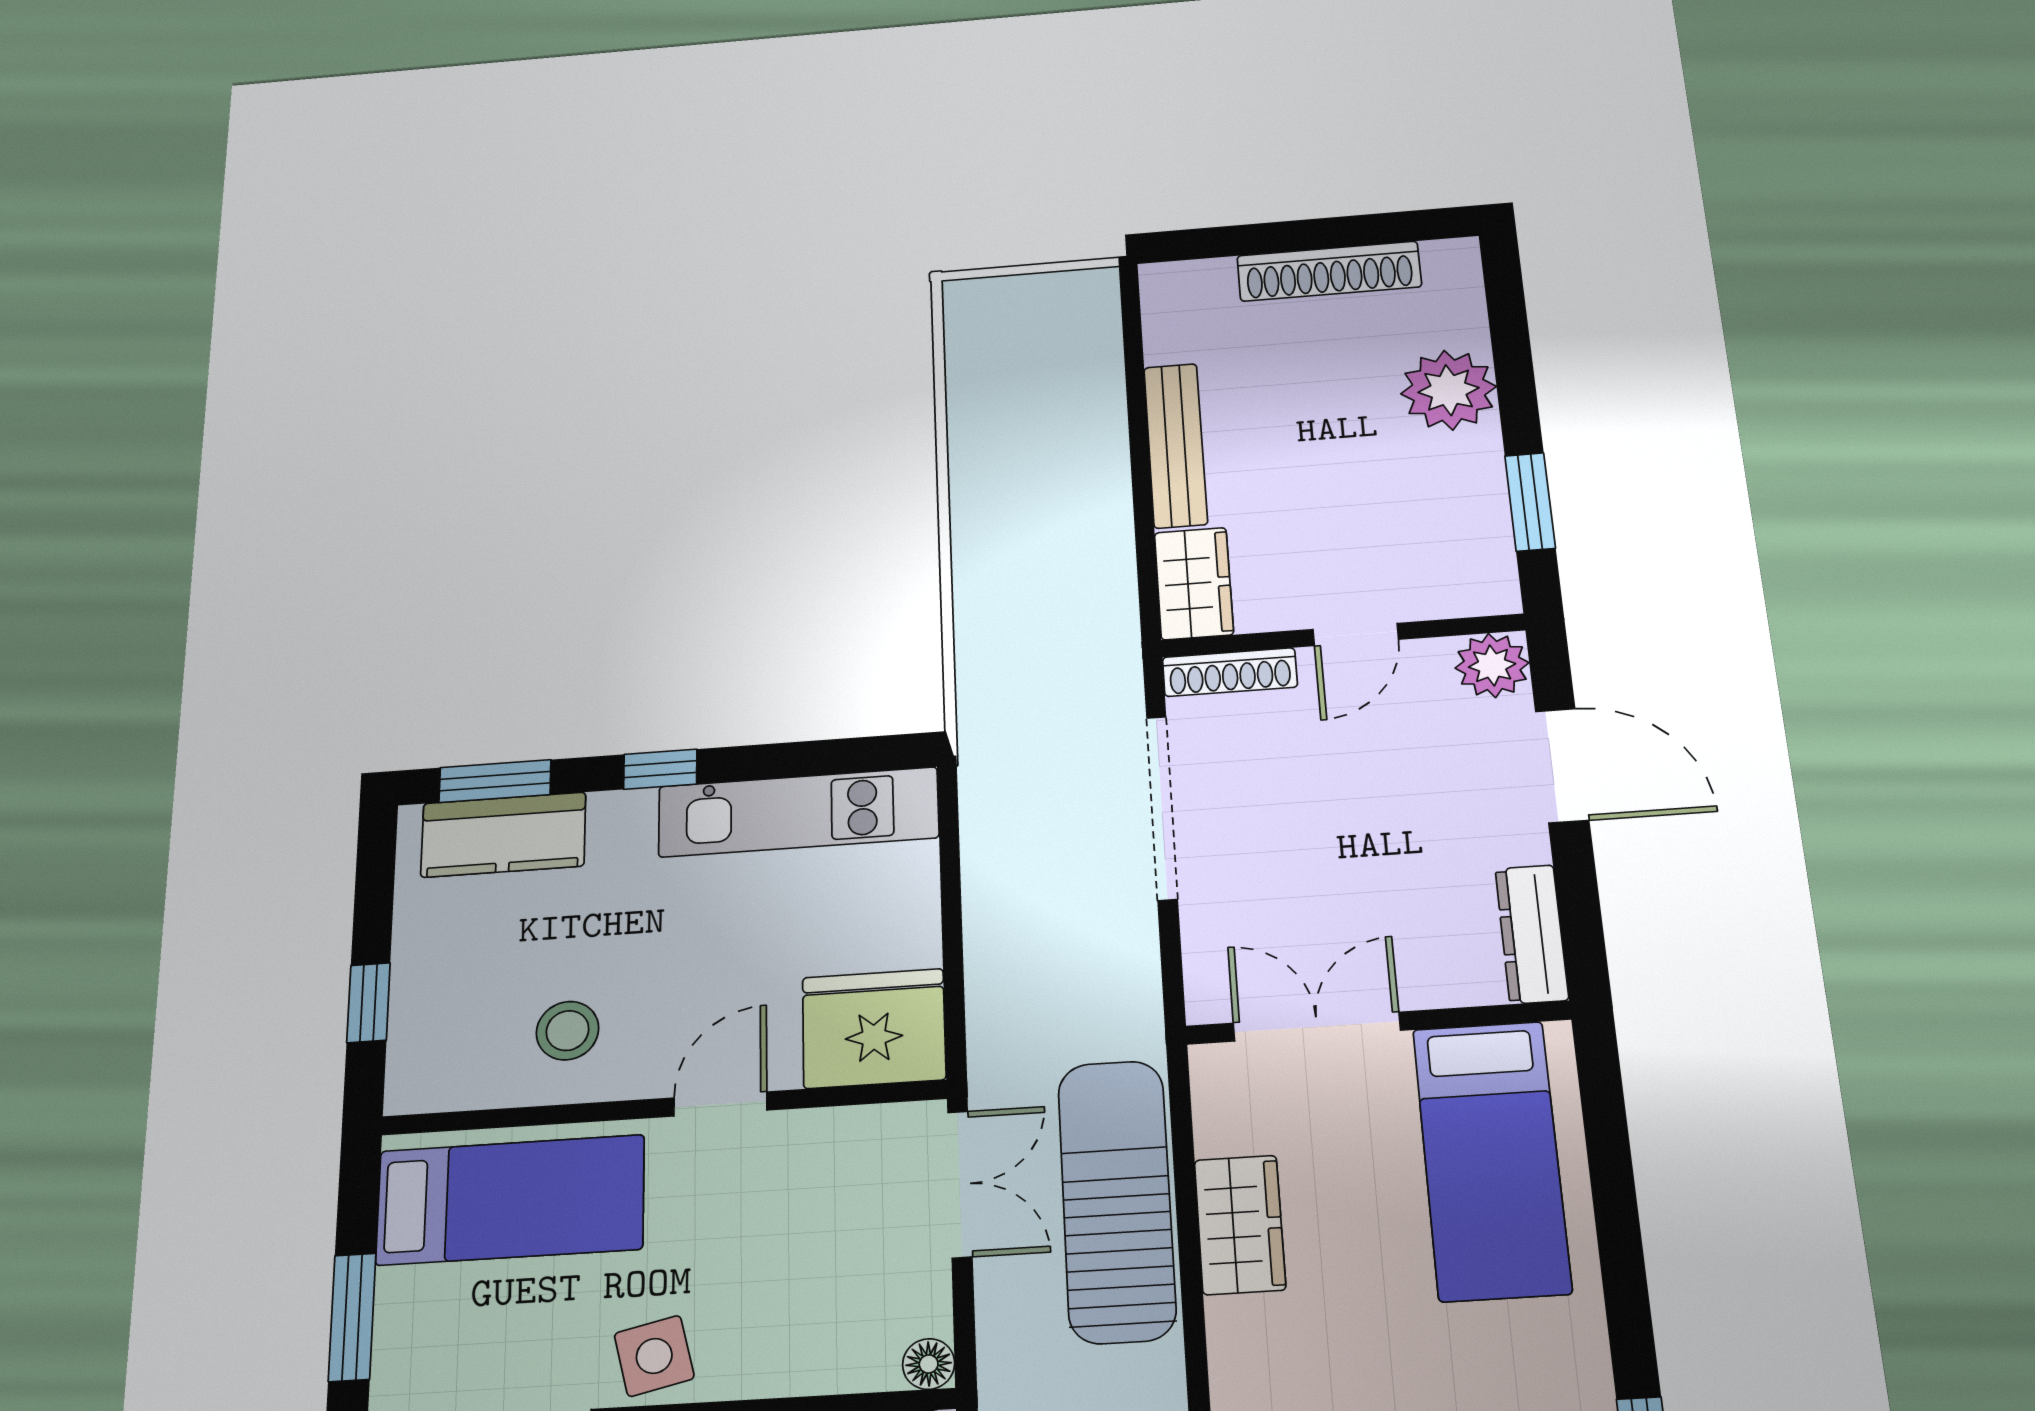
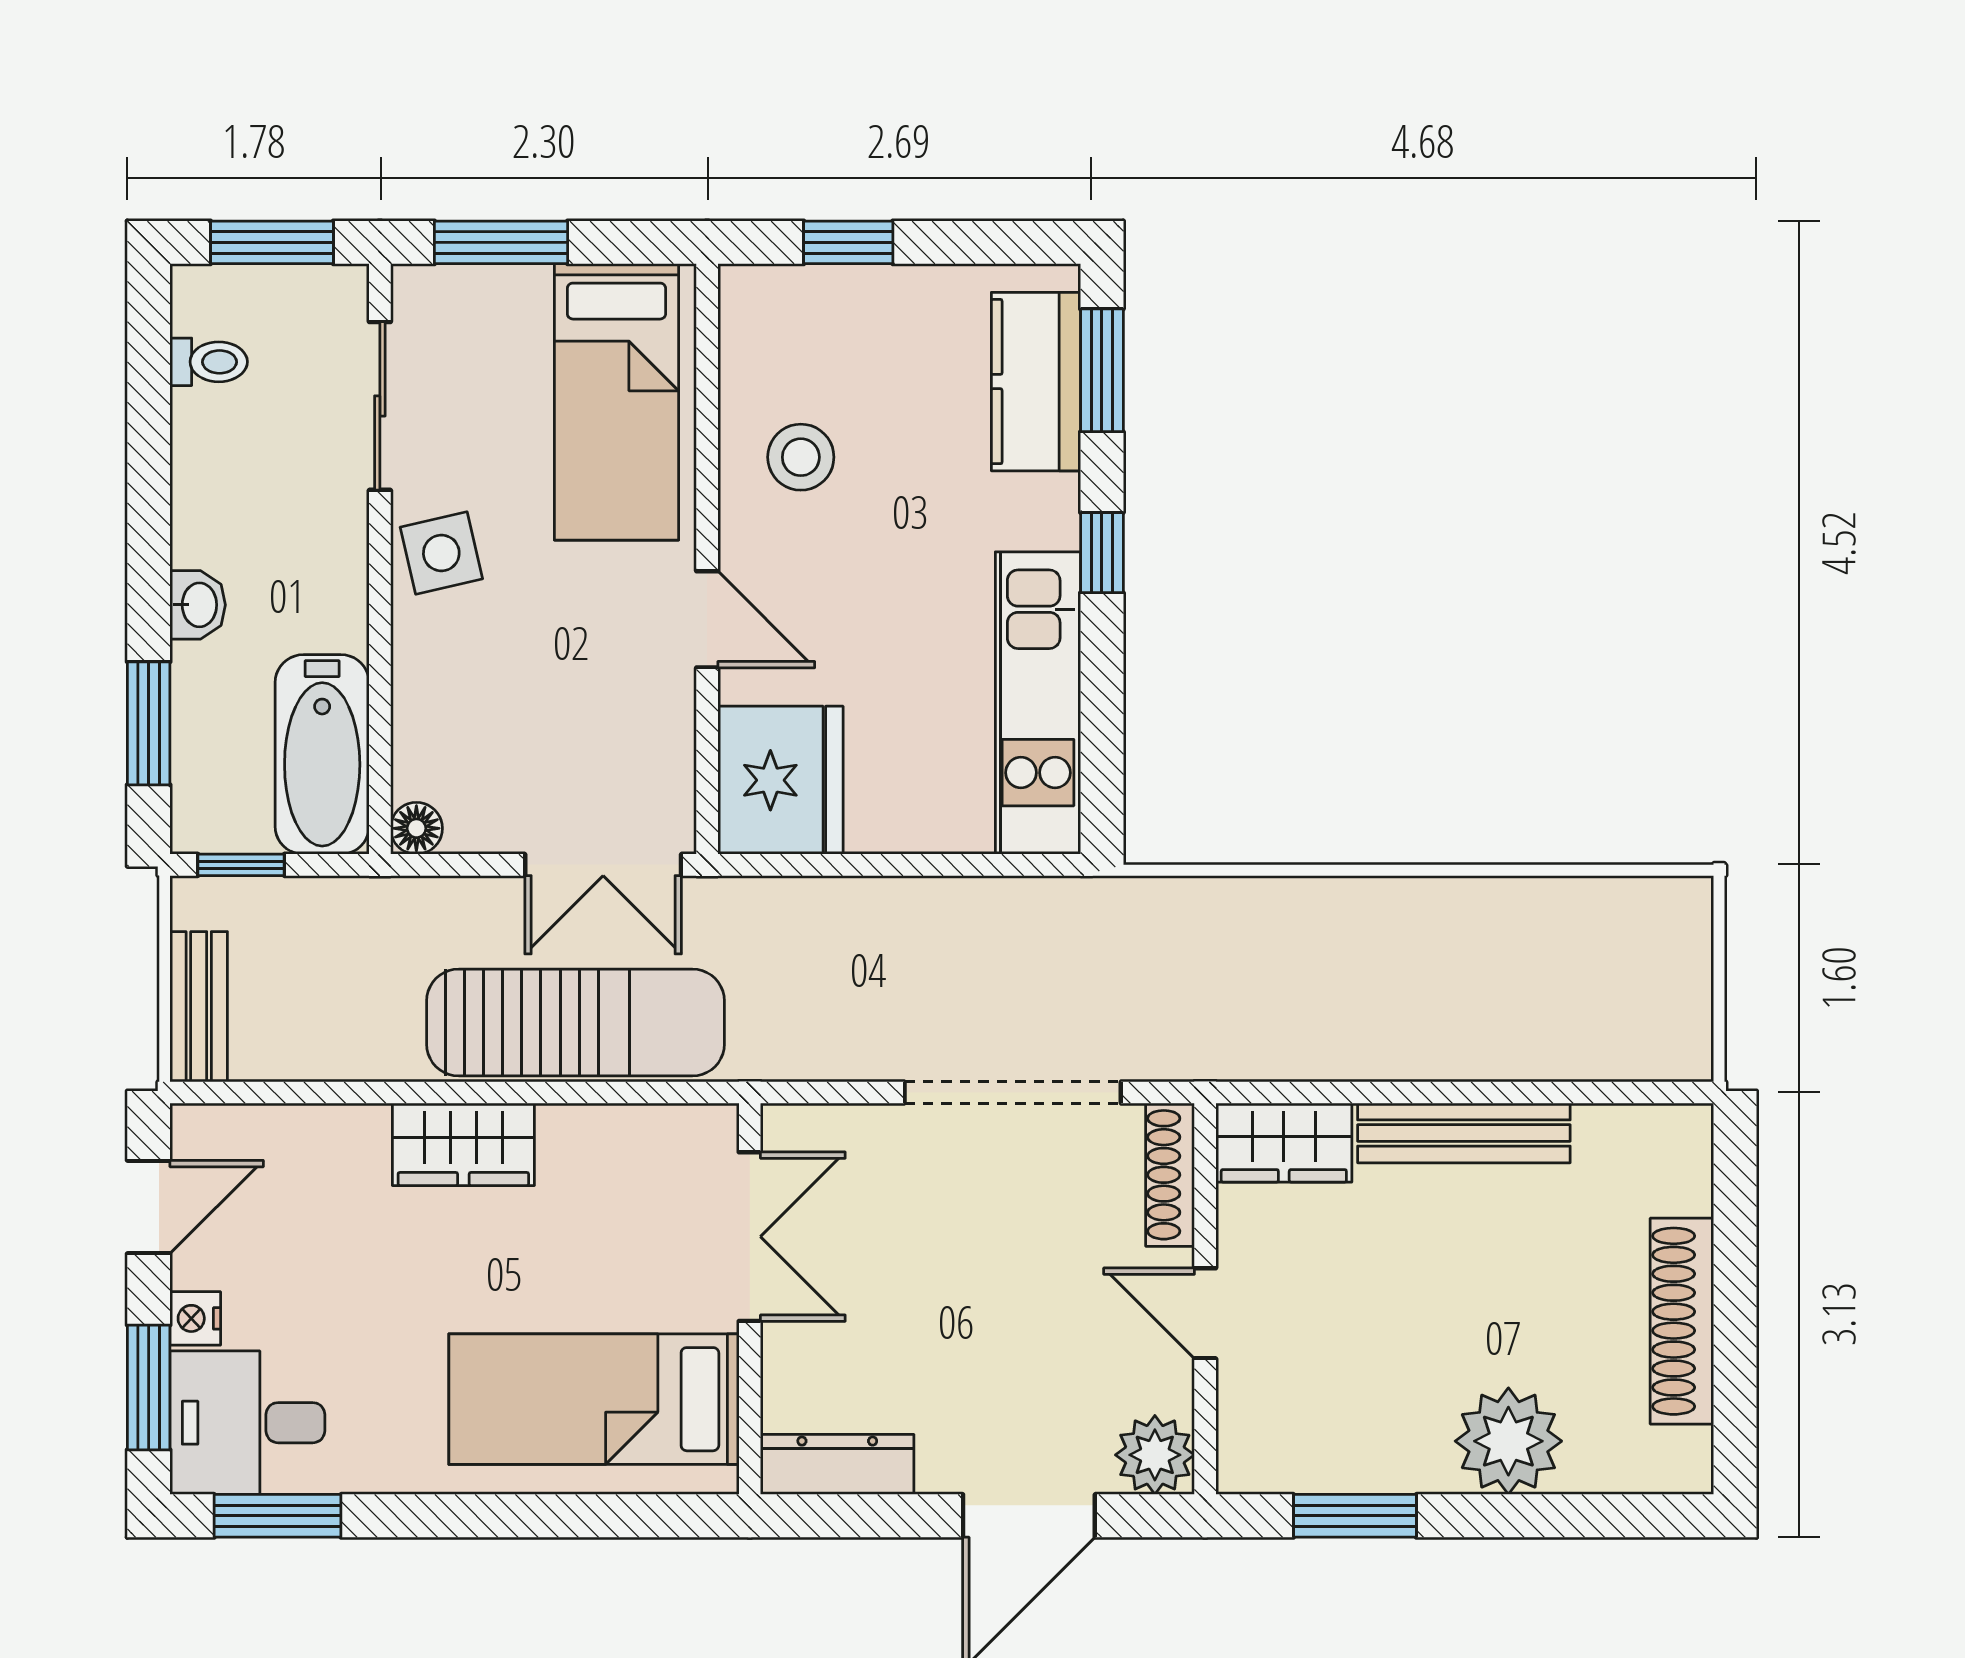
wardrobe: (1240, 1225) -> (463, 1144), moved

